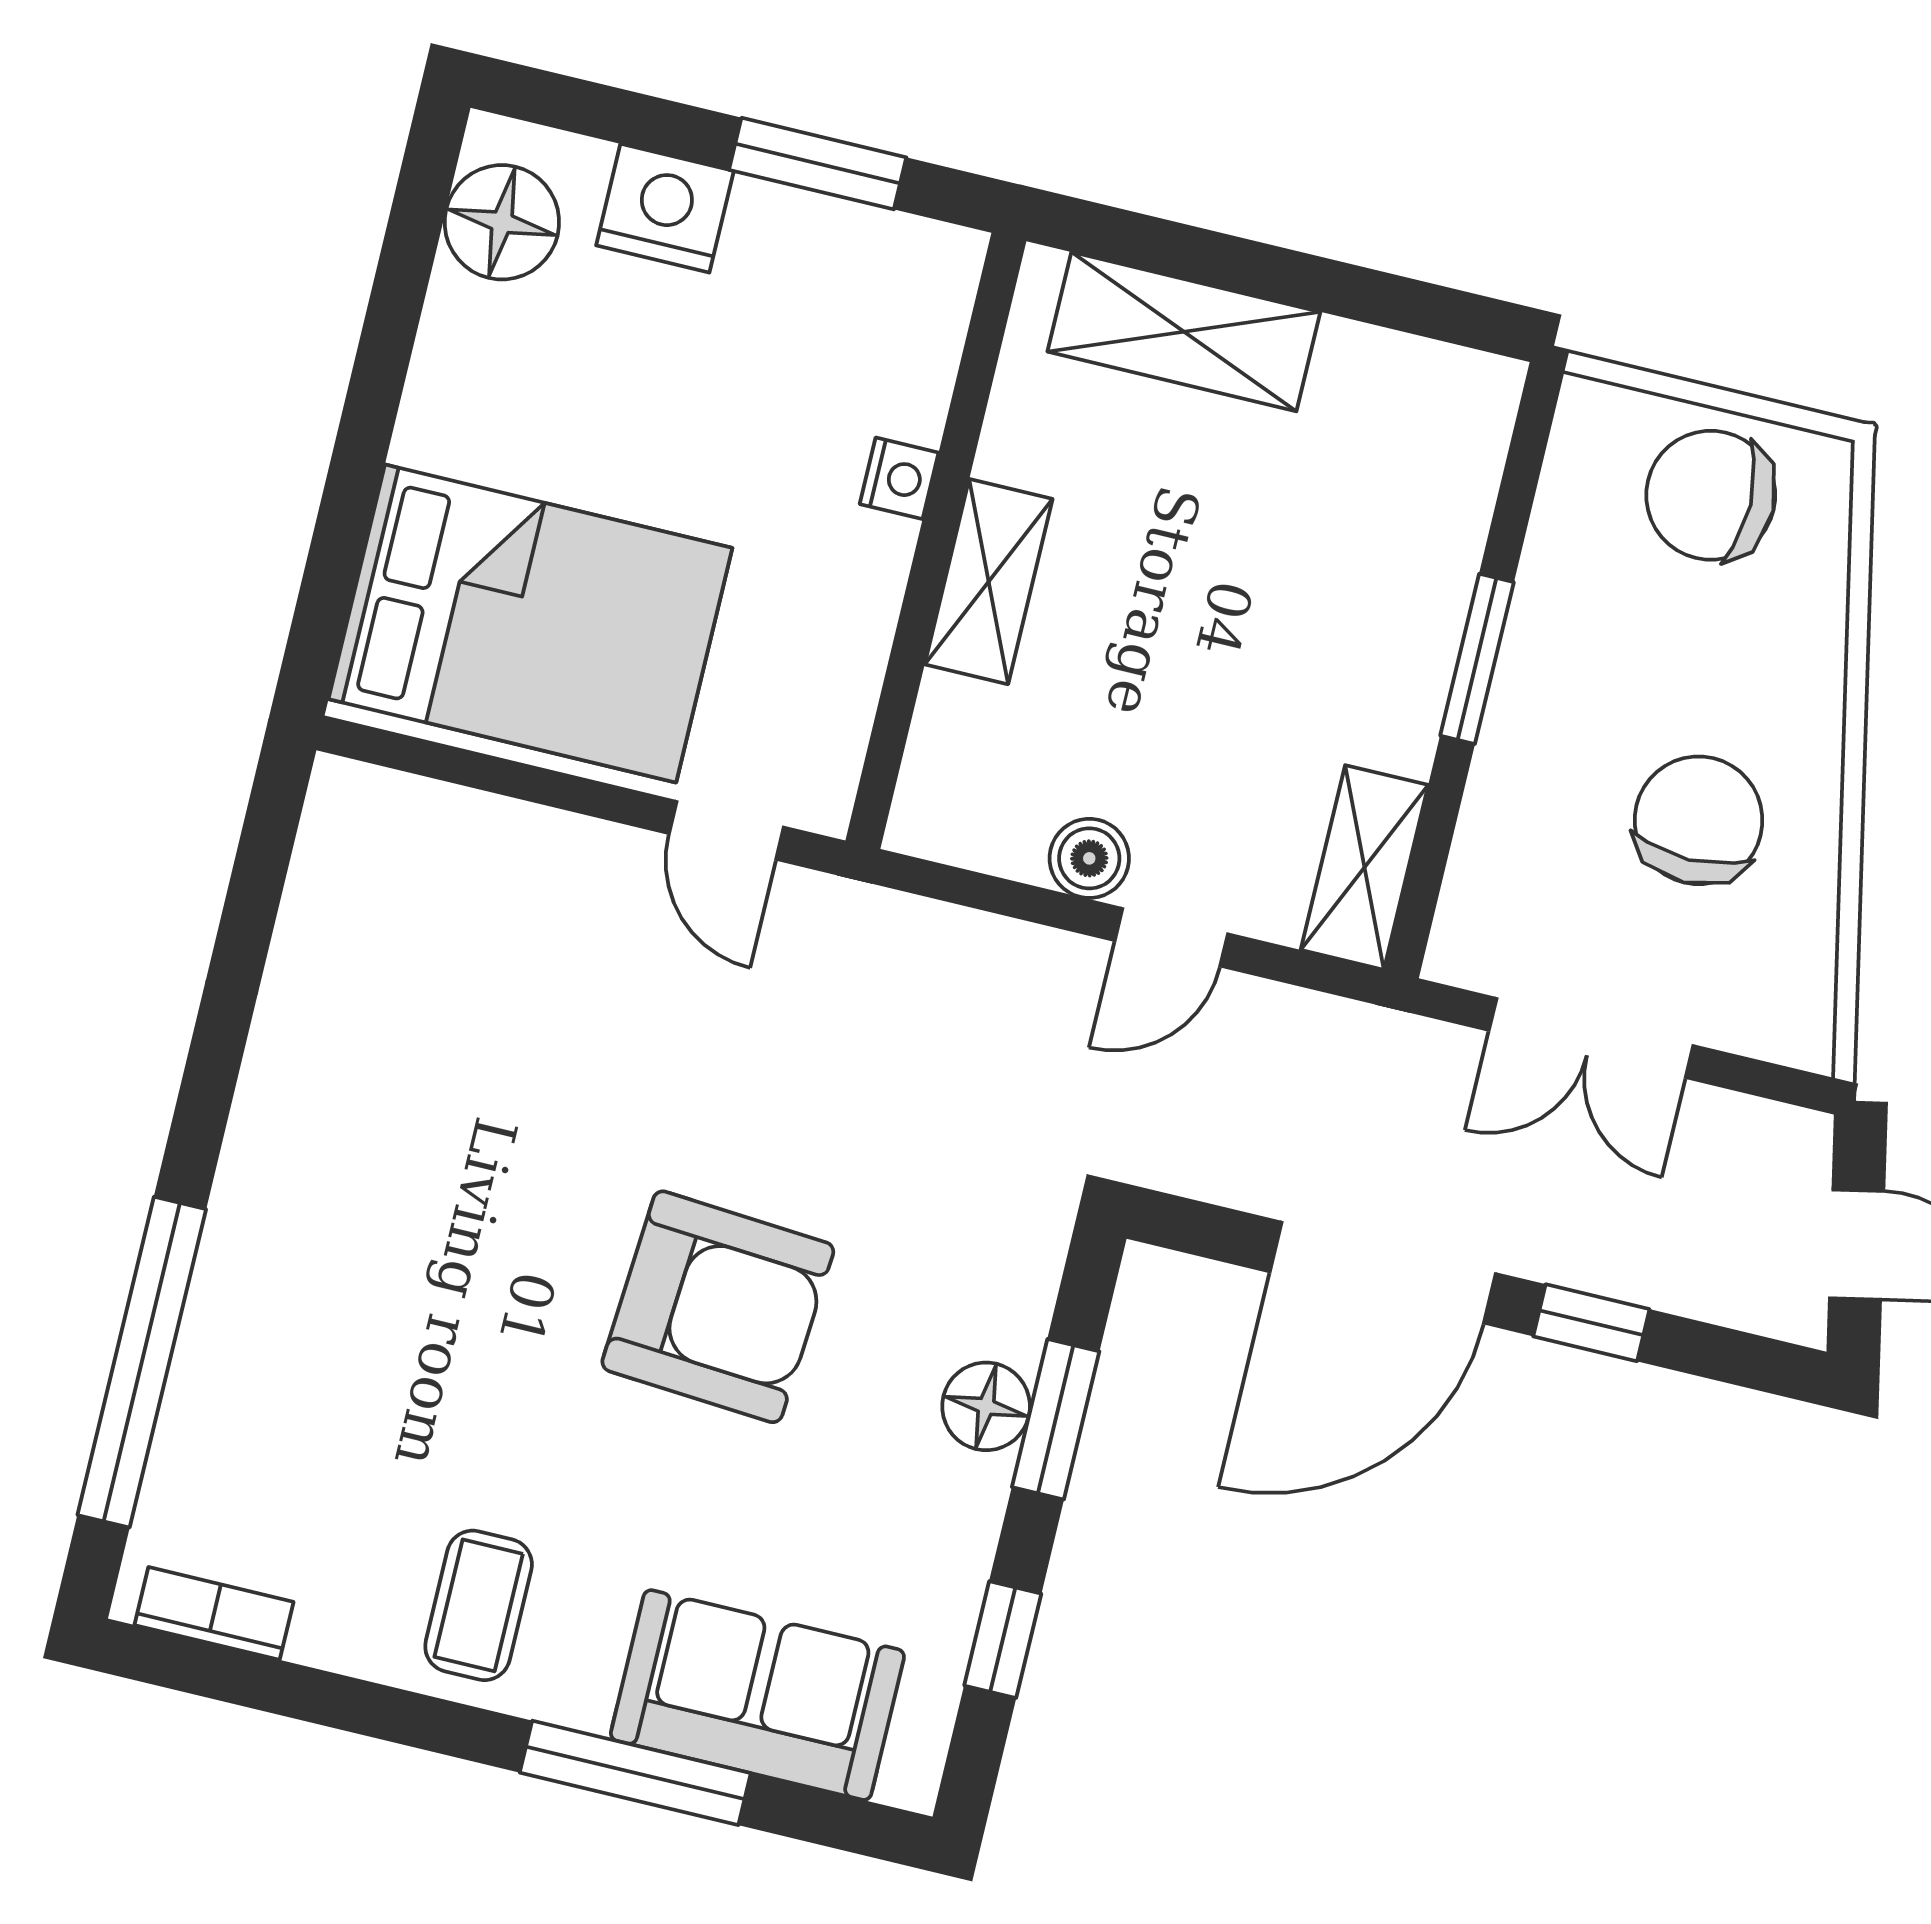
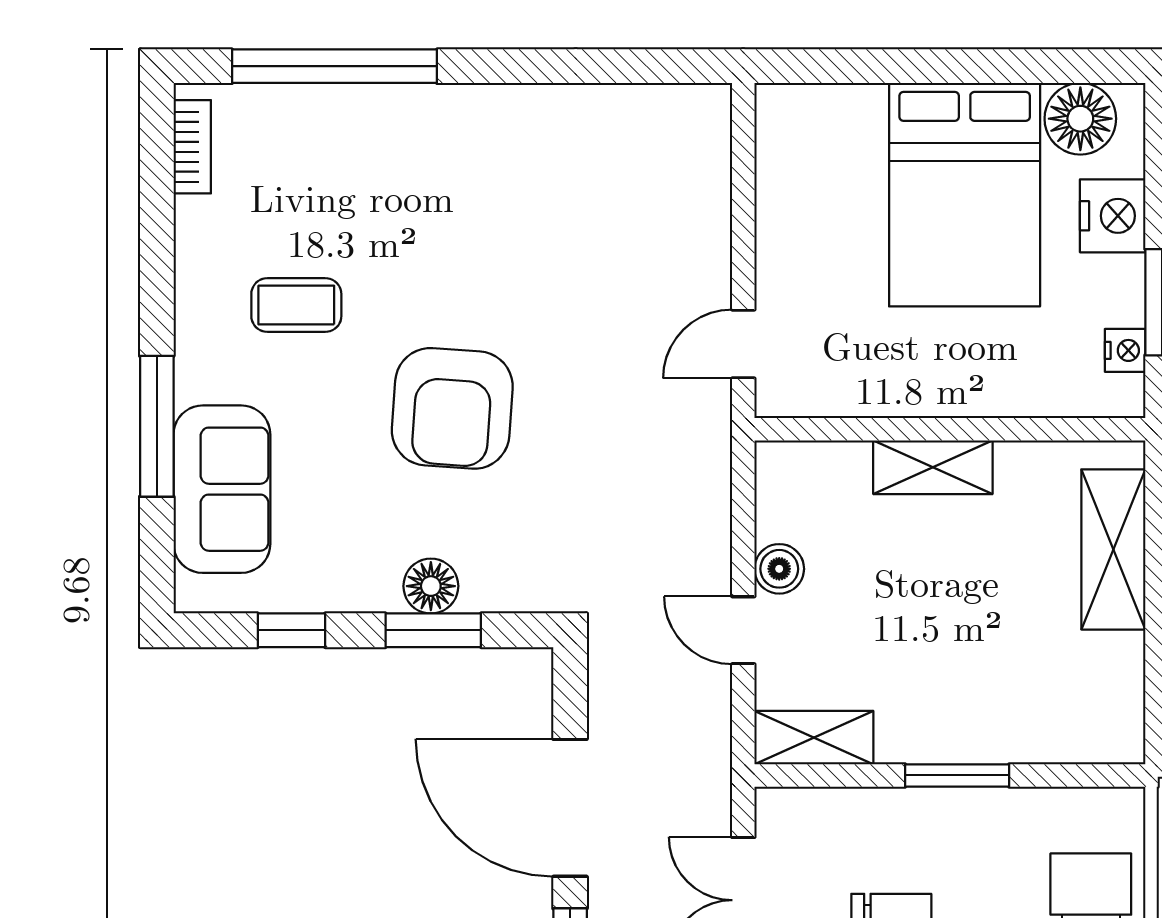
nightstand: (899, 478) -> (1125, 350), moved, turned -90
bed: (530, 623) -> (965, 195), moved
coffee table: (479, 1605) -> (296, 305), moved

